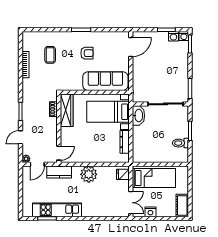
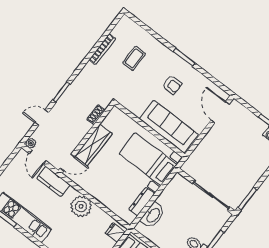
door: (131, 47) -> (220, 112), swing flipped
wardrobe: (67, 110) -> (93, 145), moved
washbasin: (138, 116) -> (153, 215), moved
door: (37, 164) -> (38, 157), hinge flipped

